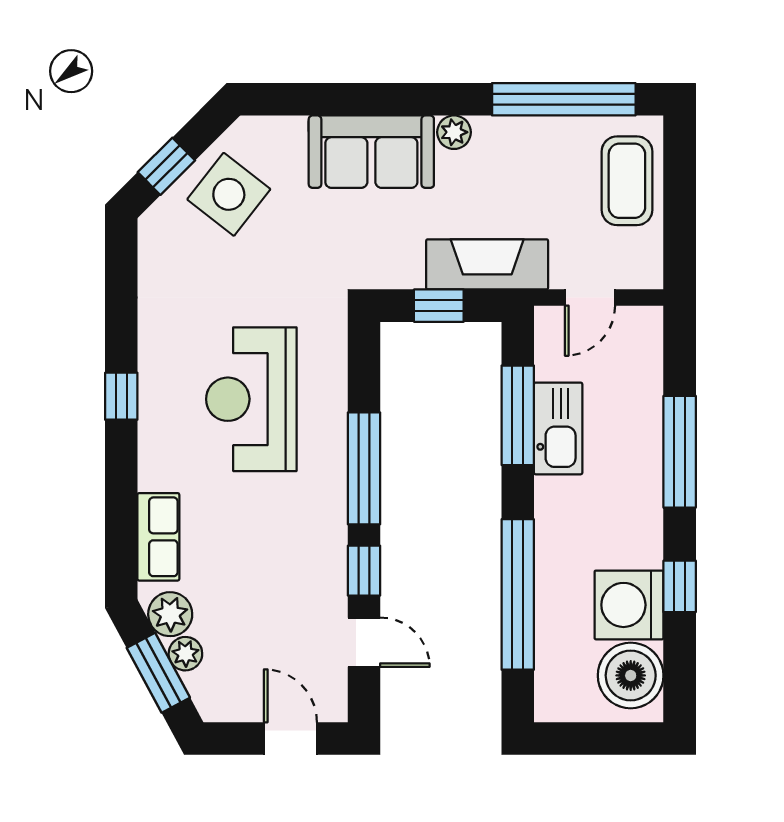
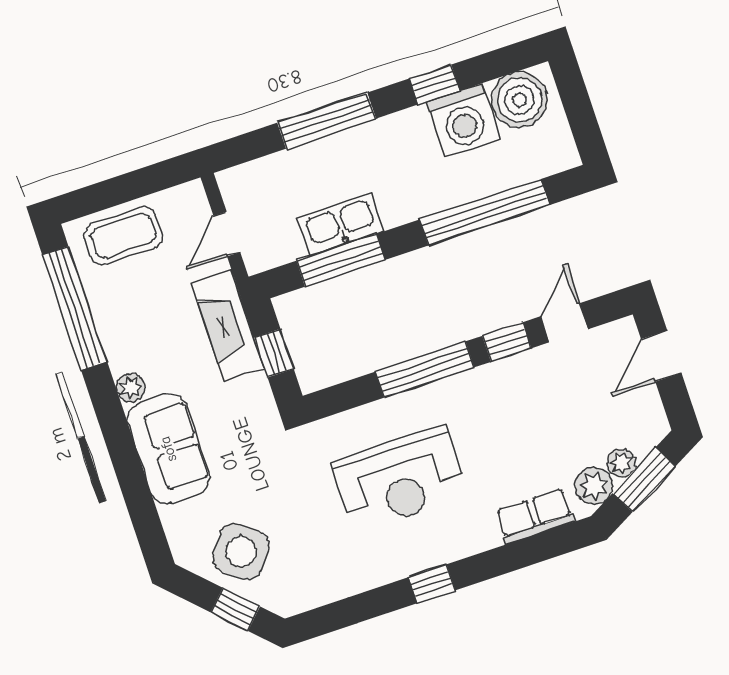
door: (590, 298) -> (227, 234), swing flipped

